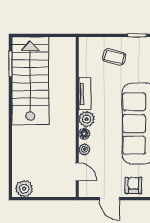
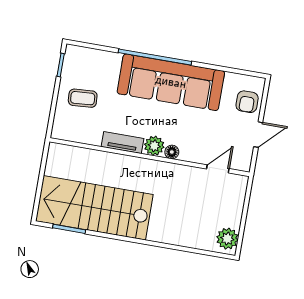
coffee table: (114, 57) -> (83, 98), turned 72
plant: (84, 149) -> (191, 155), removed
armchair: (133, 186) -> (247, 102), turned -90

